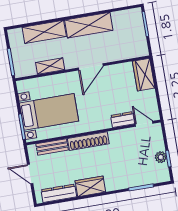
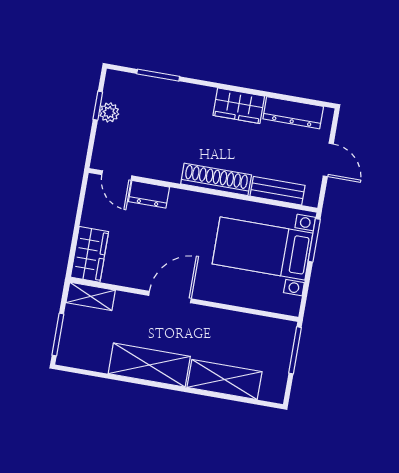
shelving: (50, 66) -> (91, 296), moved

